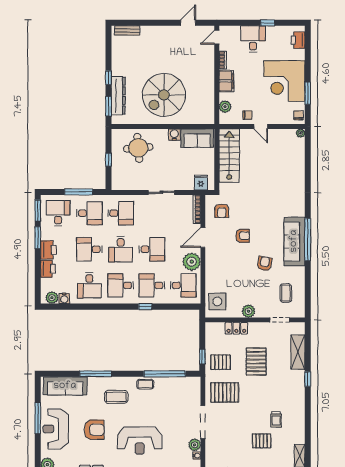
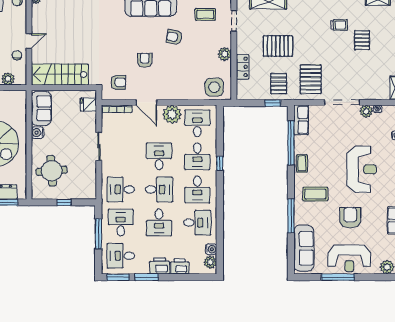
desk: (121, 213) -> (121, 189), turned -90
row of seats: (186, 383) -> (301, 120), added
coffee table: (116, 397) -> (315, 194), turned 90

